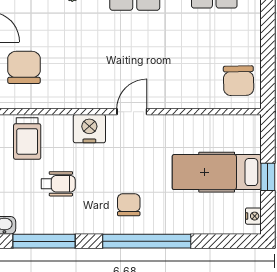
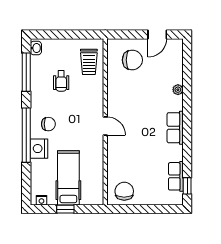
chair: (239, 81) -> (124, 191), turned 91
nightstand: (89, 129) -> (39, 149), moved, turned 180
trolley: (27, 139) -> (89, 62), turned -90

